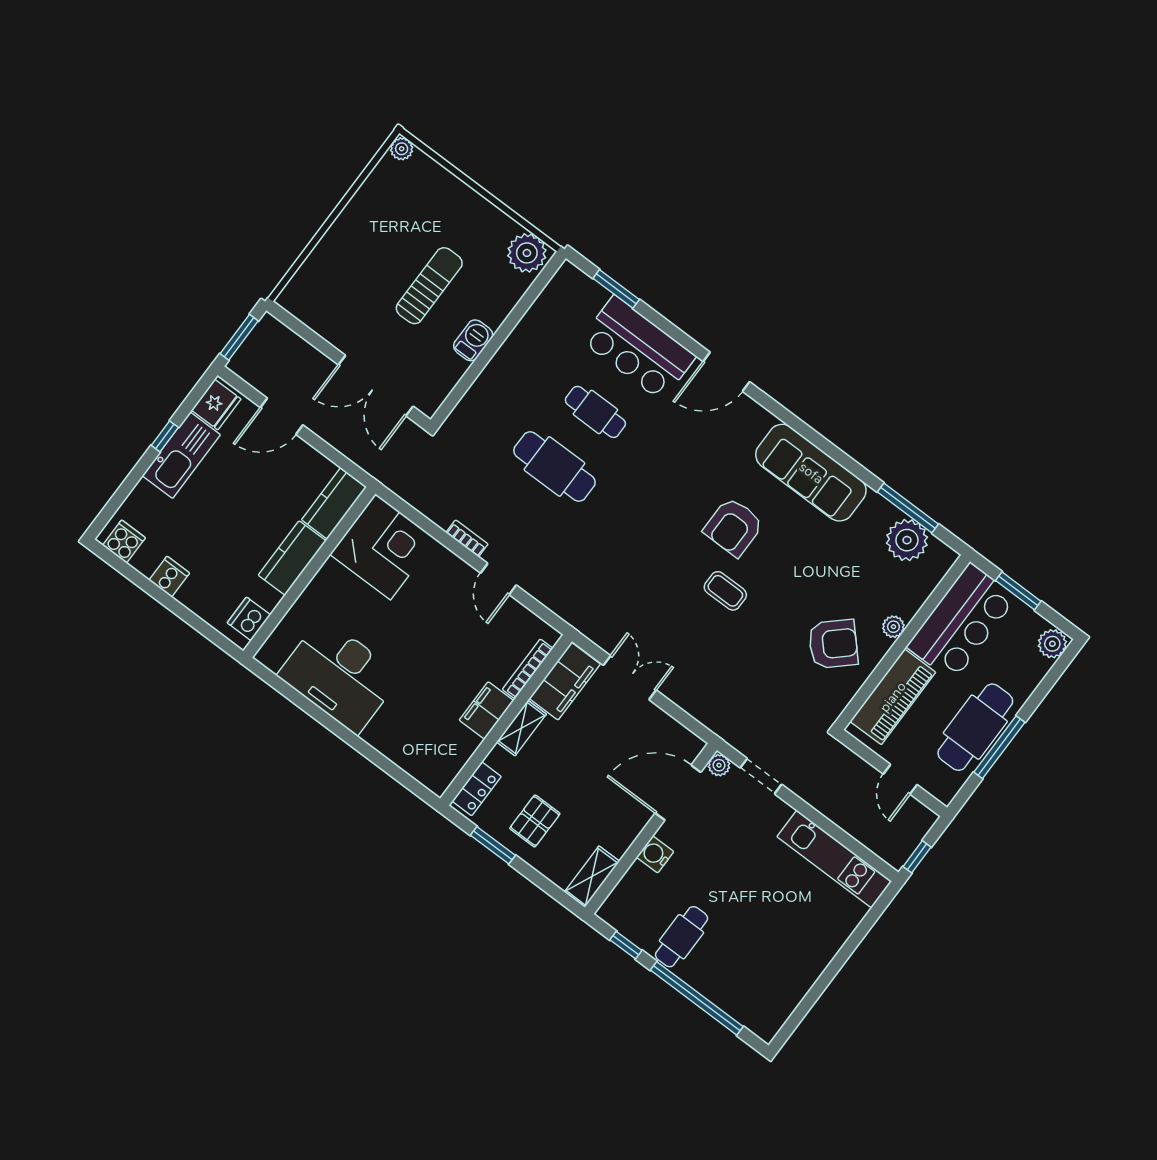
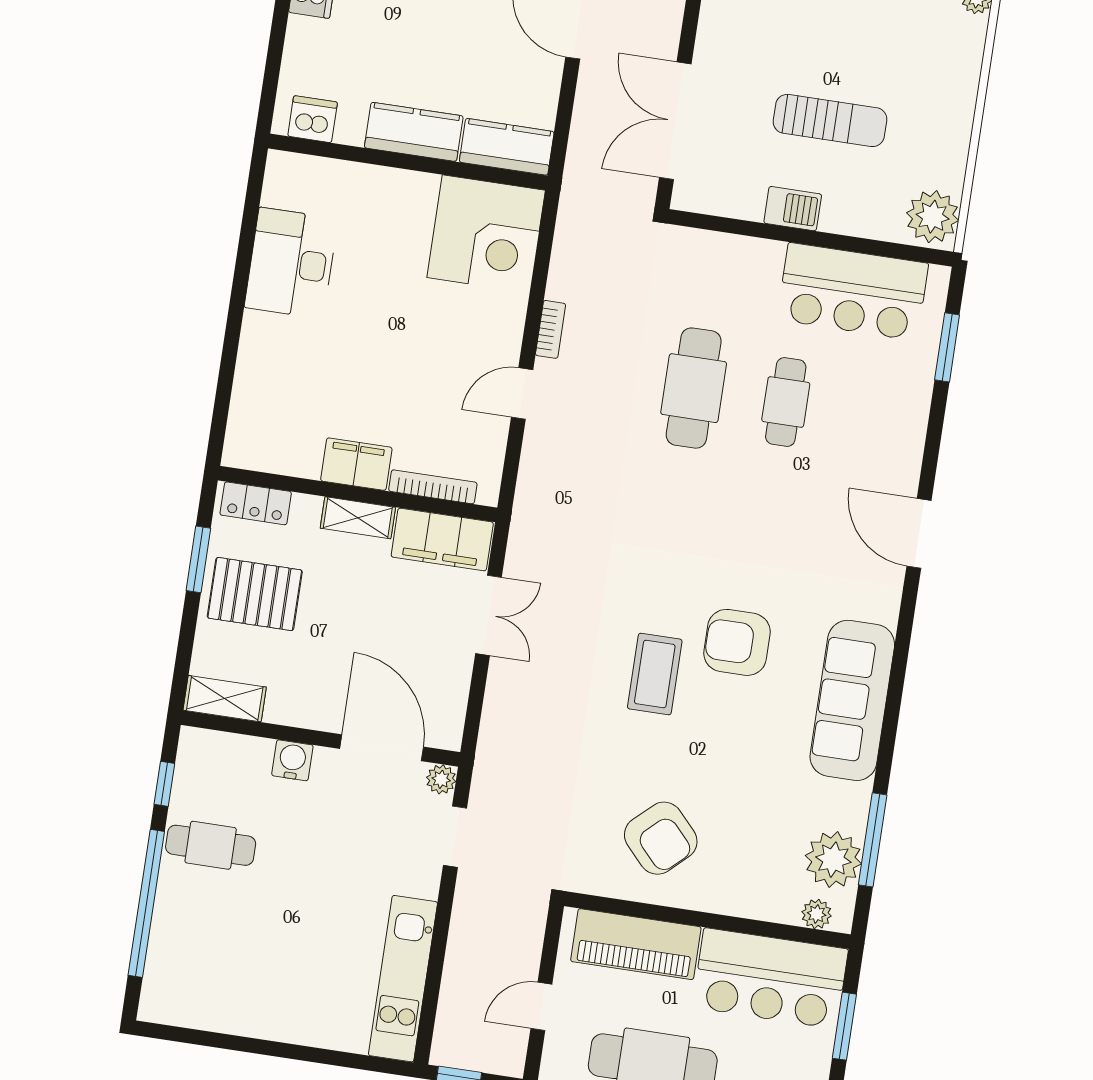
bar counter: (638, 348) -> (853, 292), moved, turned -90
coffee table: (725, 591) -> (655, 674), width x1.36, depth x1.30
plant: (893, 627) -> (817, 914), moved
desk: (339, 676) -> (291, 263), width x0.73, depth x0.77
pallet: (535, 821) -> (255, 594), width x1.50, depth x1.42

